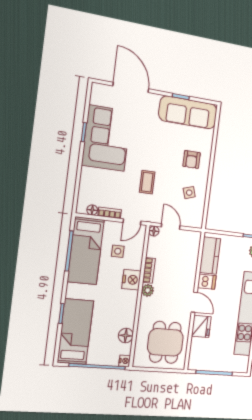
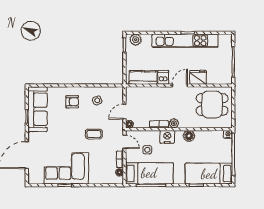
floor lamp: (126, 336) -> (189, 136), moved

